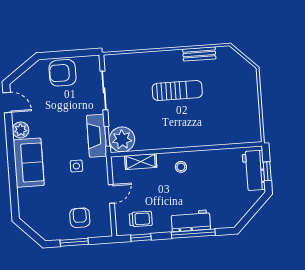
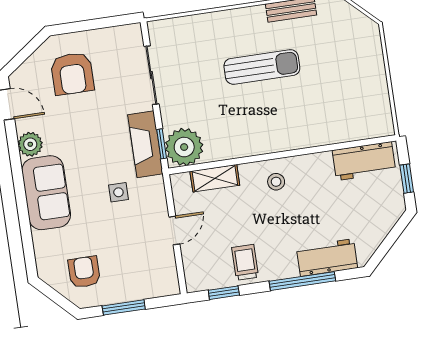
armchair: (63, 73) -> (72, 74), moved, turned -90
workbench: (254, 170) -> (364, 161), moved, turned -90
armchair: (80, 218) -> (84, 272), moved
trolley: (141, 219) -> (245, 262), moved, turned -90
workbench: (191, 221) -> (327, 258), moved

